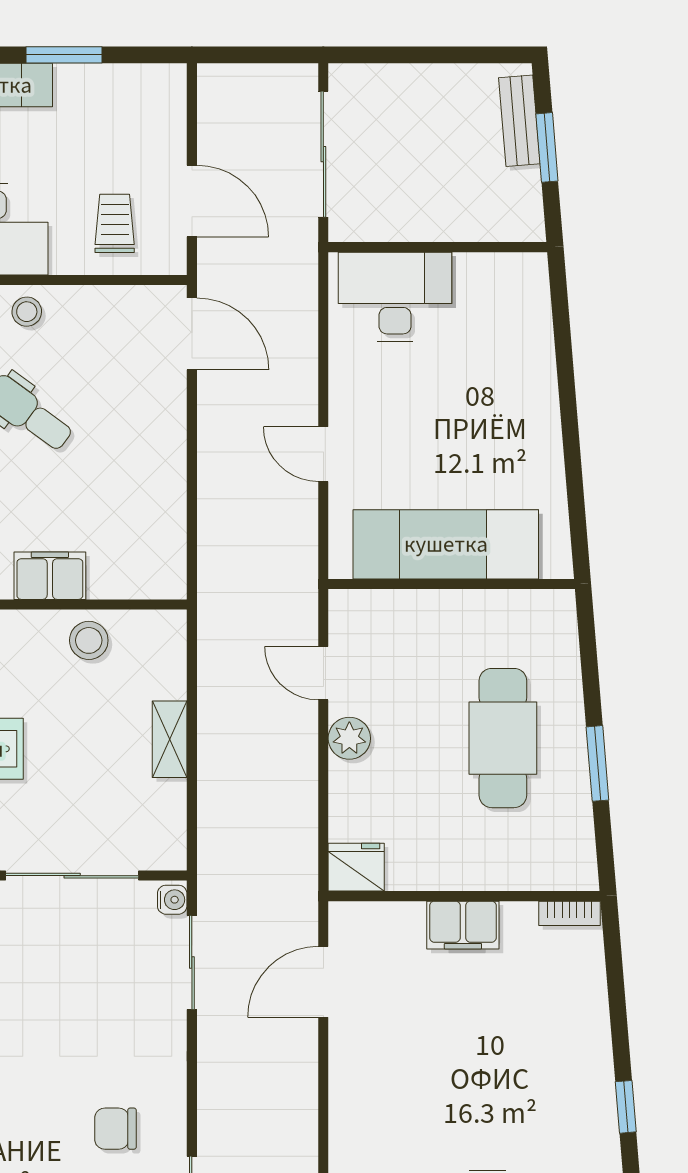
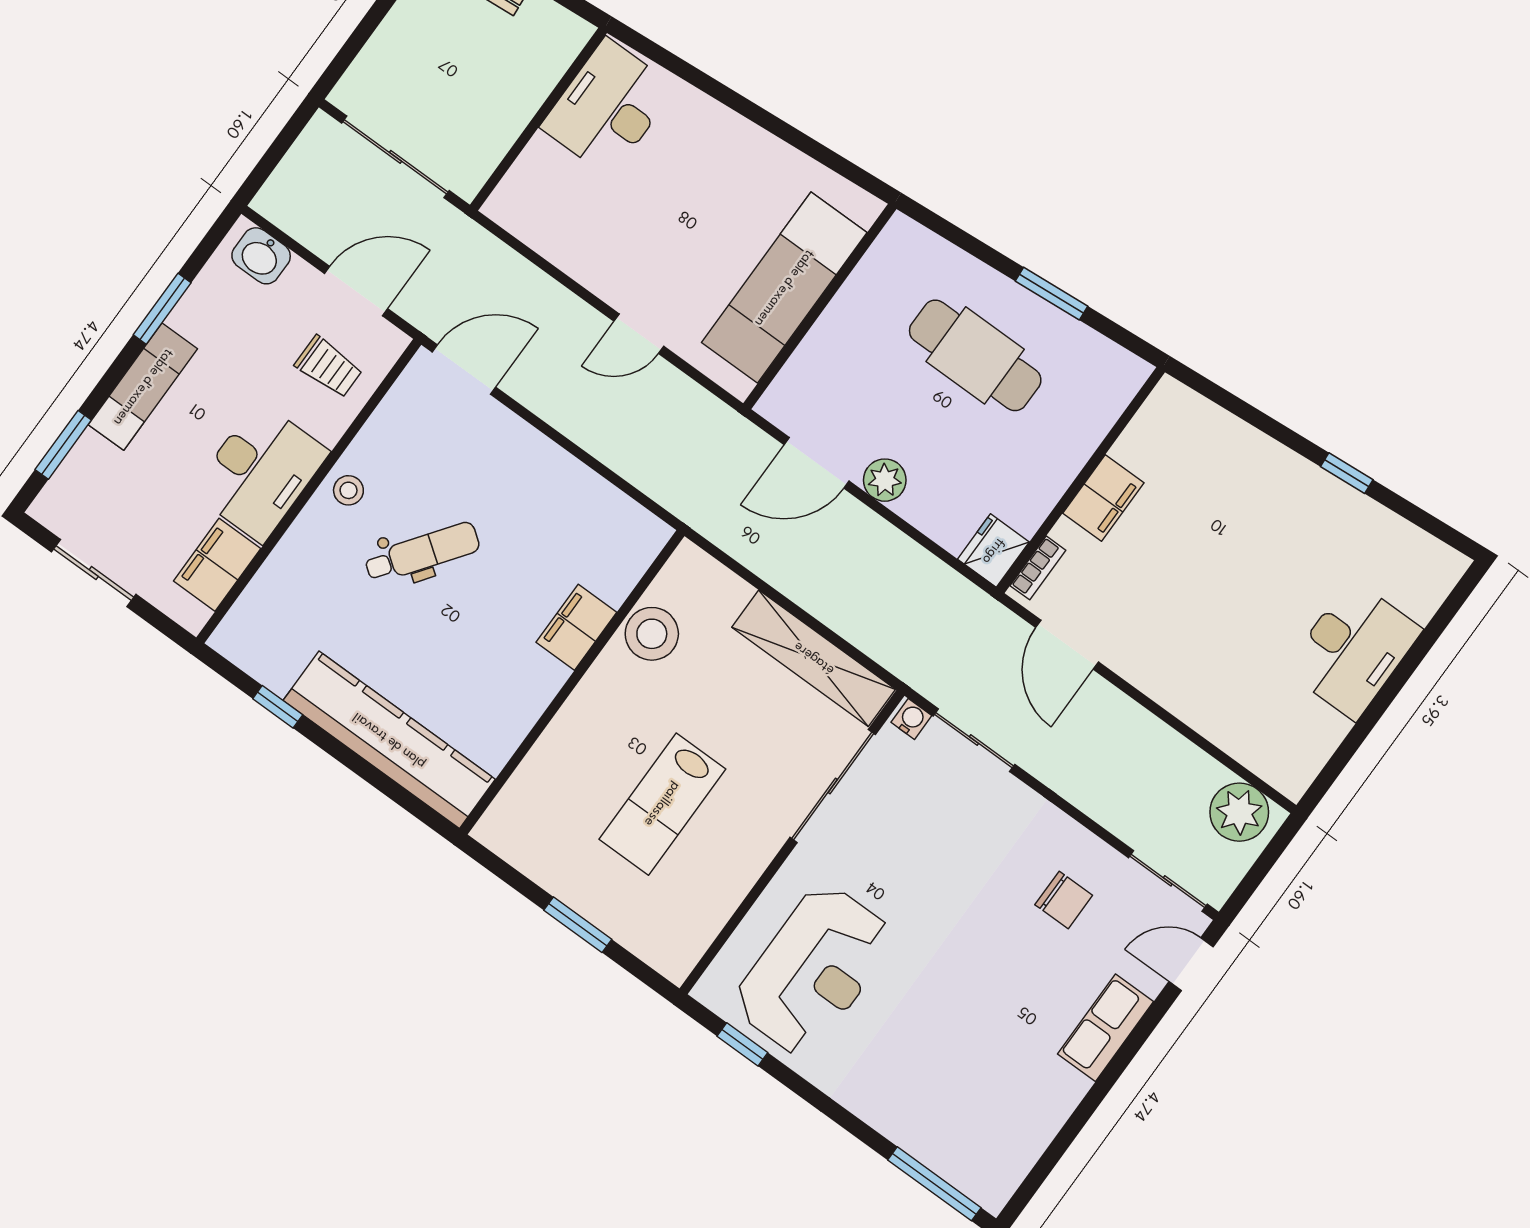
washbasin: (165, 104) -> (261, 256), added
trolley: (115, 223) -> (329, 367), turned 180
desk: (395, 297) -> (608, 107), moved
stool: (89, 640) -> (652, 634), width x1.38, depth x1.38
door: (323, 673) -> (817, 463), width x1.38
shelving: (170, 739) -> (814, 658), width x2.20, depth x1.33
bookcase: (570, 913) -> (1038, 568), moved
chair: (115, 1129) -> (1064, 900), turned -90

